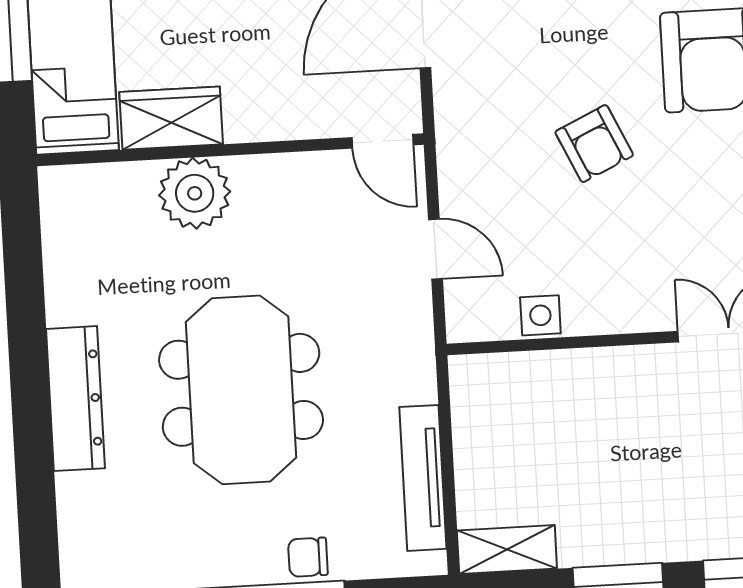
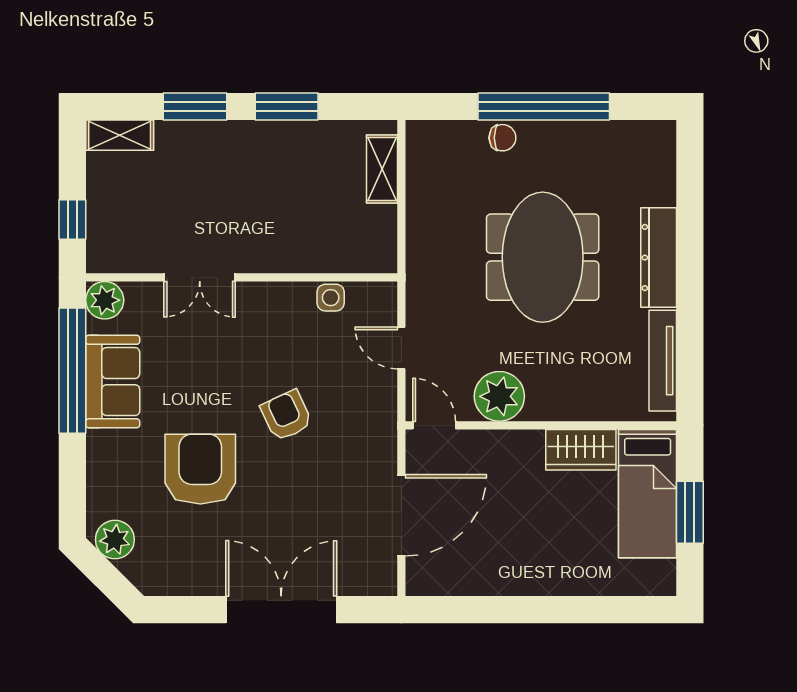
plant: (195, 193) -> (499, 396), moved
tv unit: (423, 478) -> (663, 361), moved, turned 180
shelving: (507, 549) -> (382, 169), moved, turned 90

